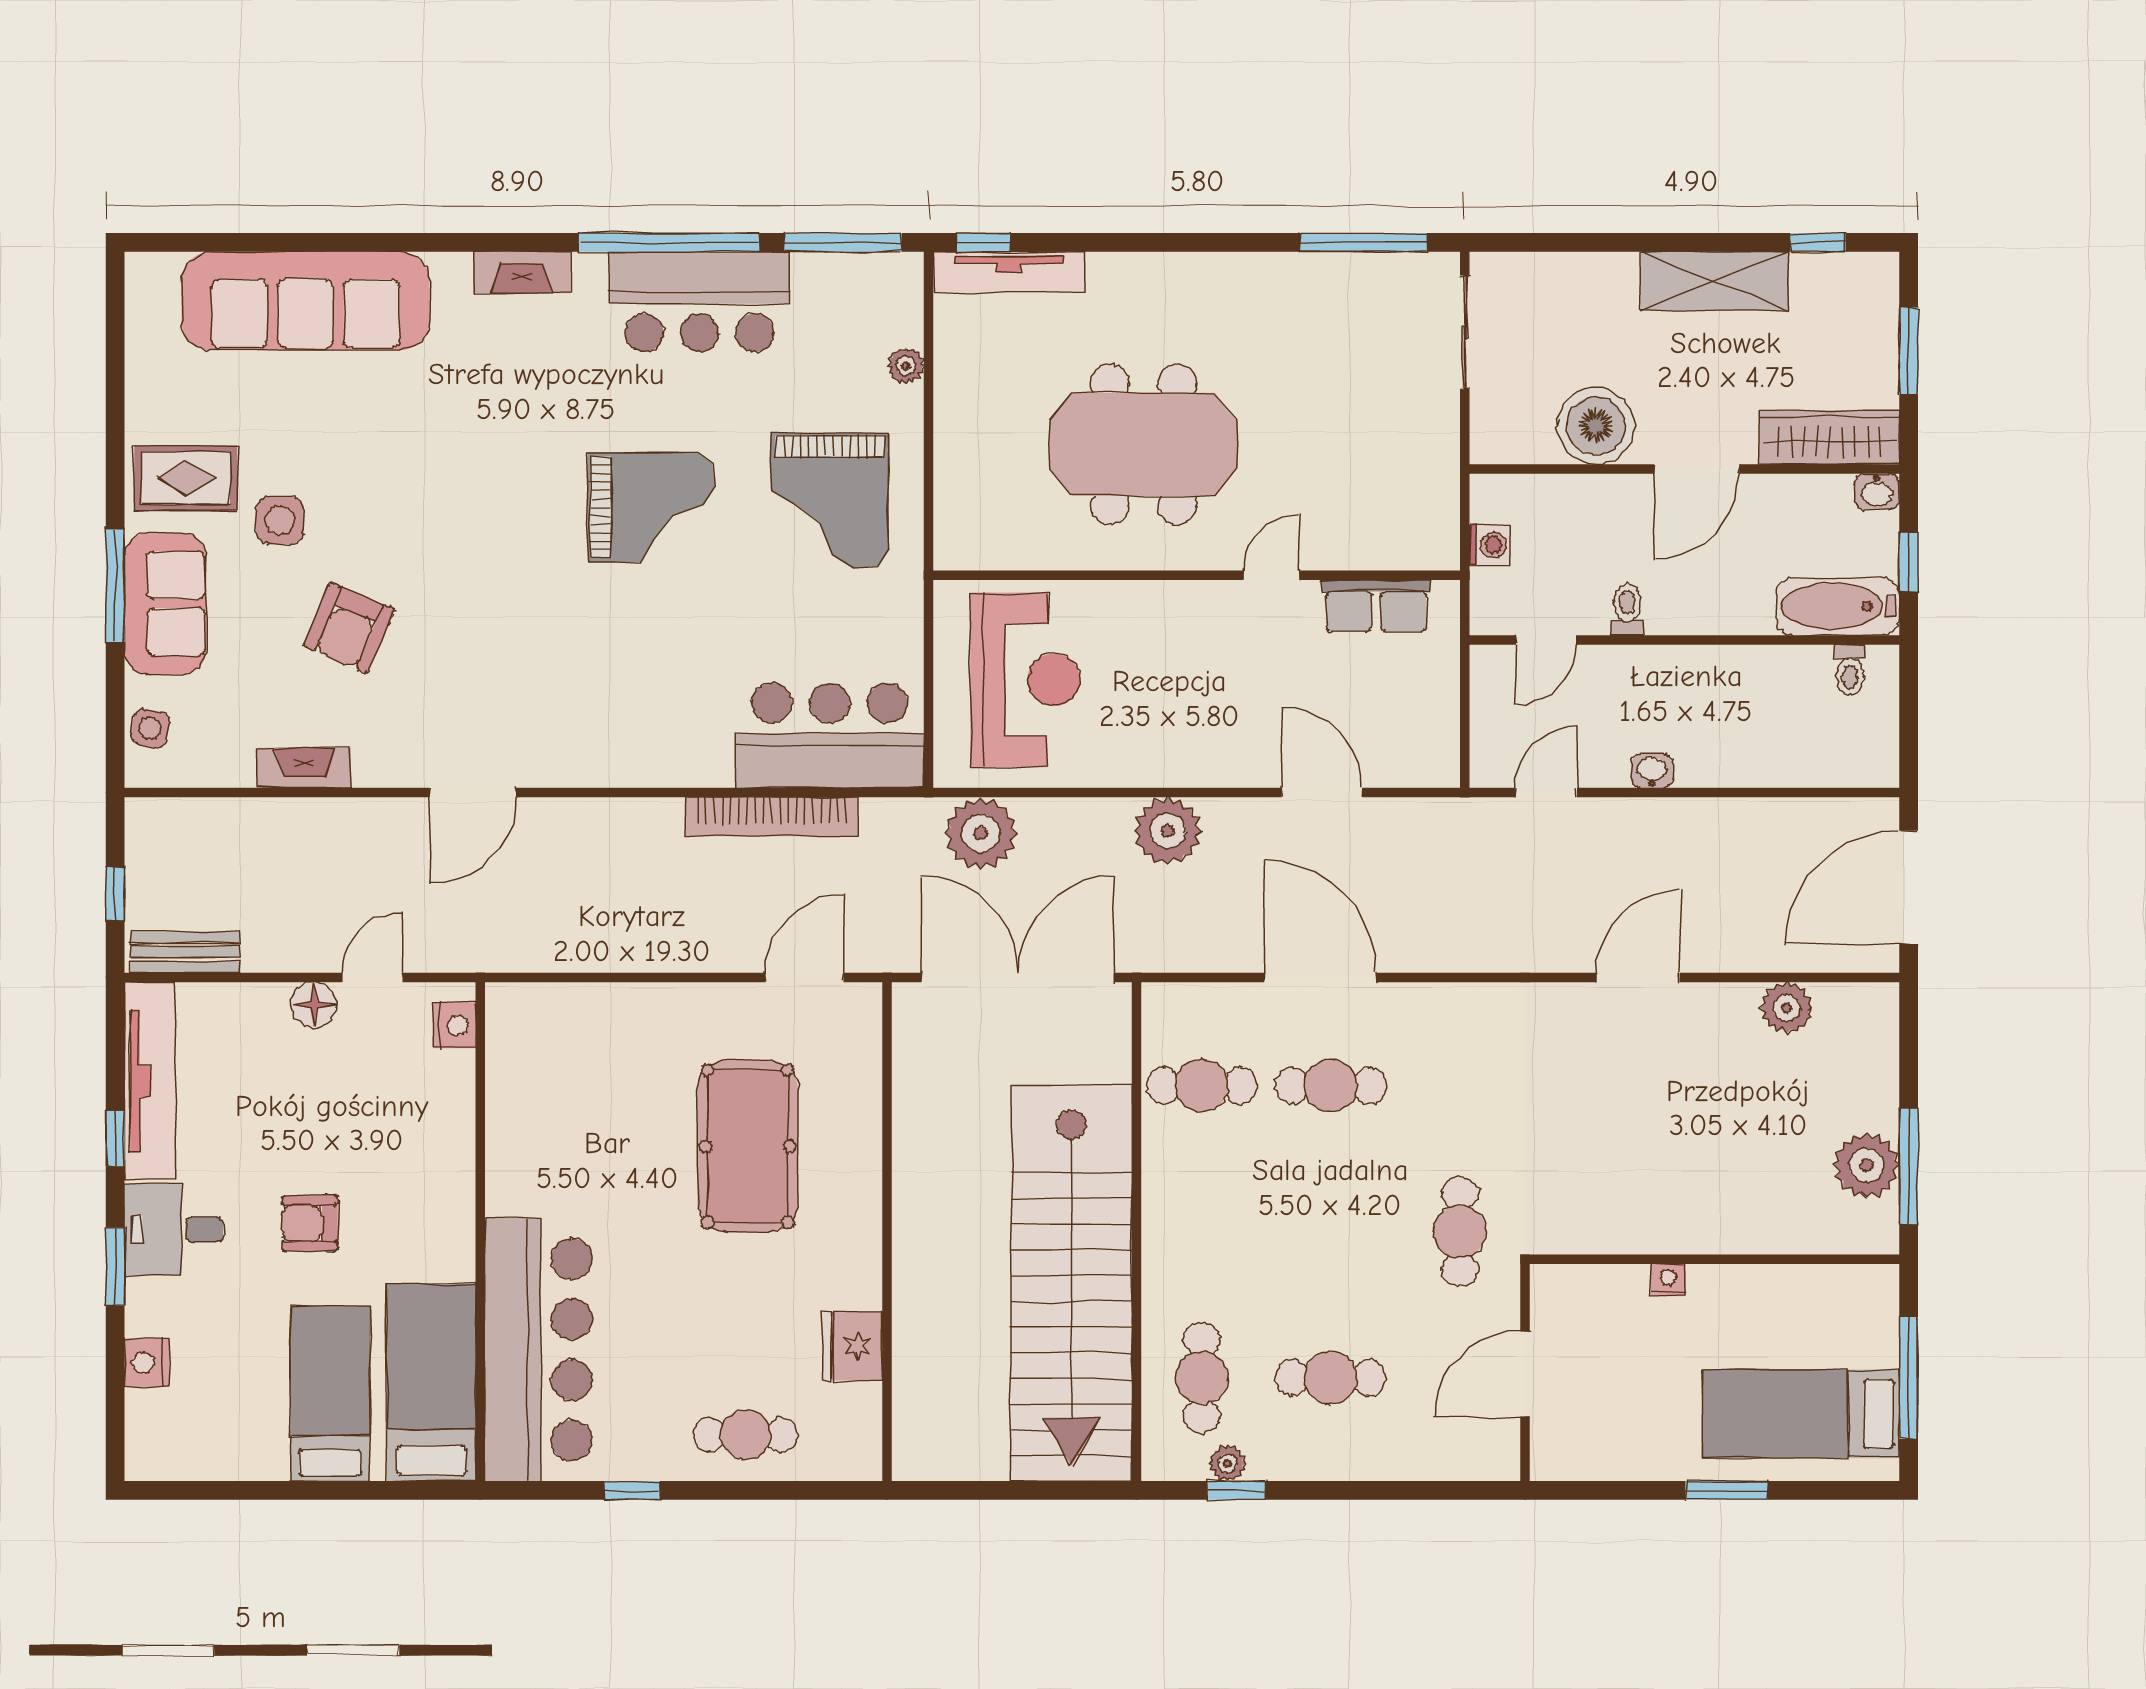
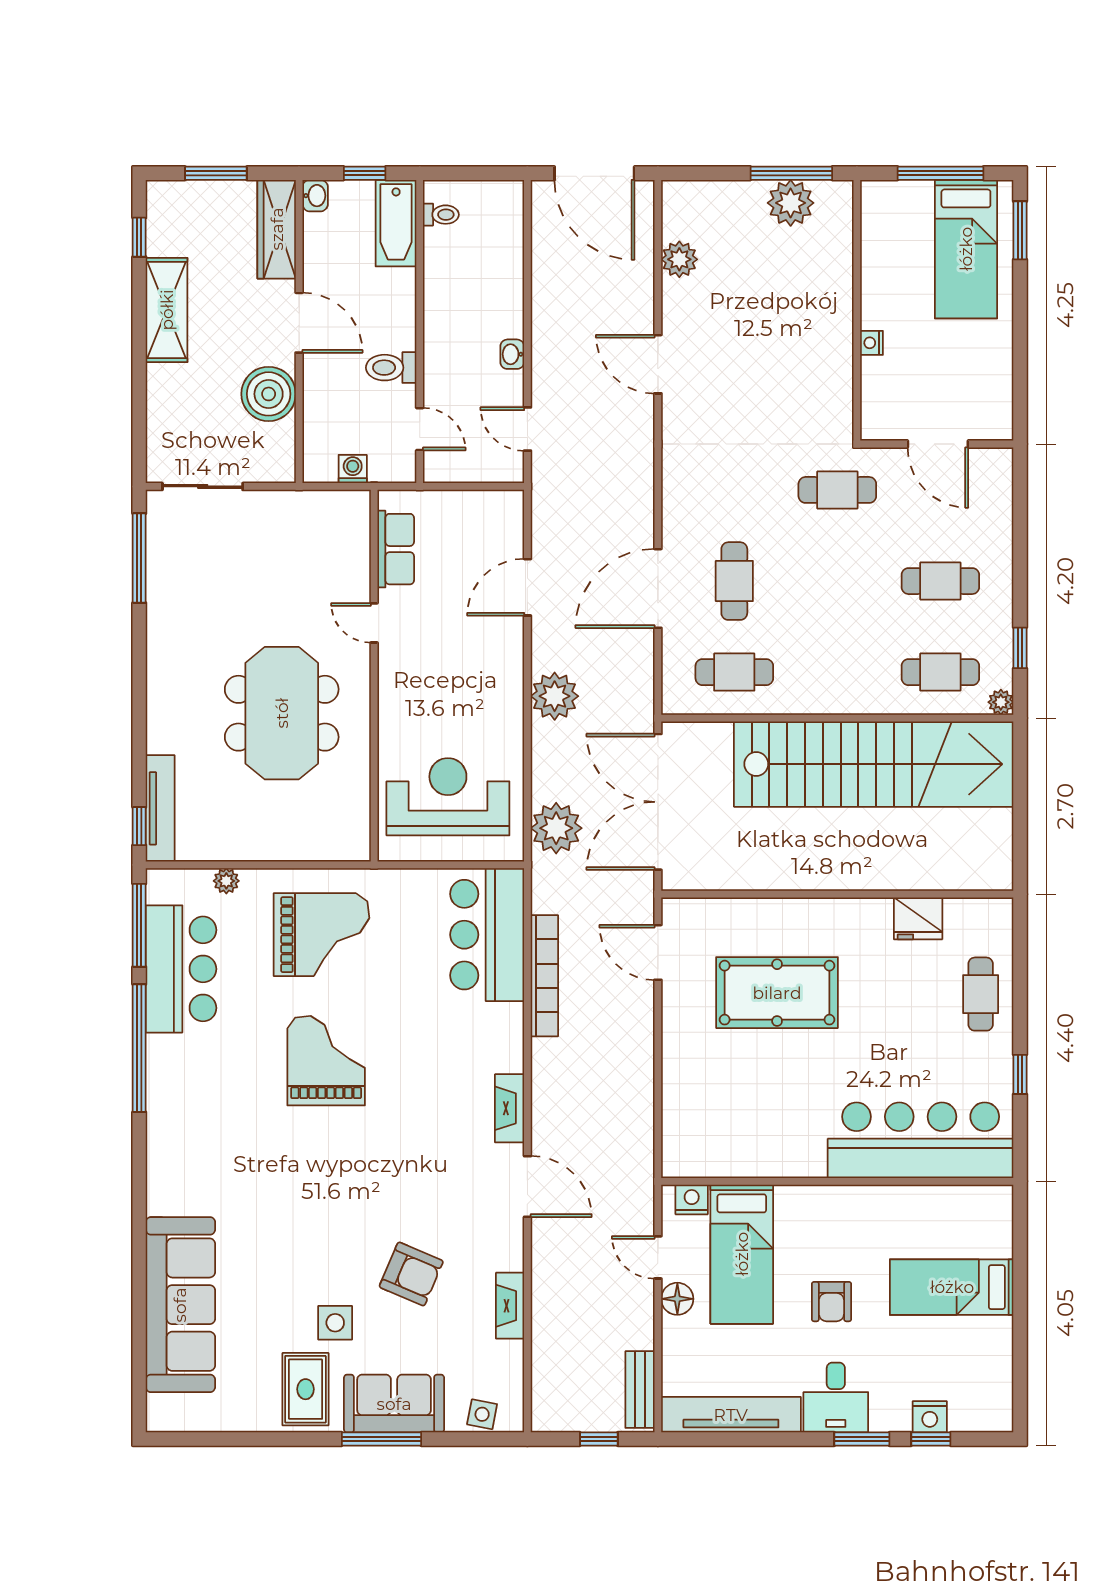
fireplace: (522, 272) -> (510, 1108), moved, turned 180
bar counter: (700, 302) -> (181, 969), moved
toilet: (1627, 609) -> (391, 368), width x1.37, depth x1.39
cafe table: (1202, 1086) -> (734, 672), turned 90
window: (115, 1139) -> (931, 1439), moved
cafe table: (1331, 1378) -> (940, 581), turned 90
bed: (431, 1383) -> (742, 1254), moved, turned -90
plant: (1227, 1463) -> (1001, 702), moved
window: (1727, 1490) -> (1020, 230), moved

